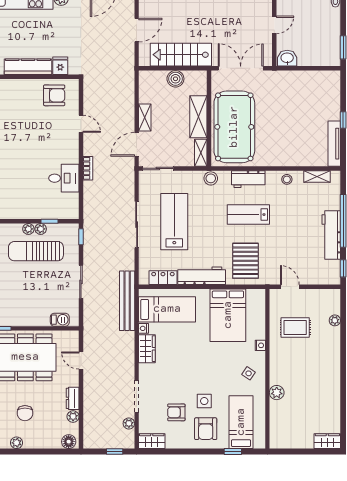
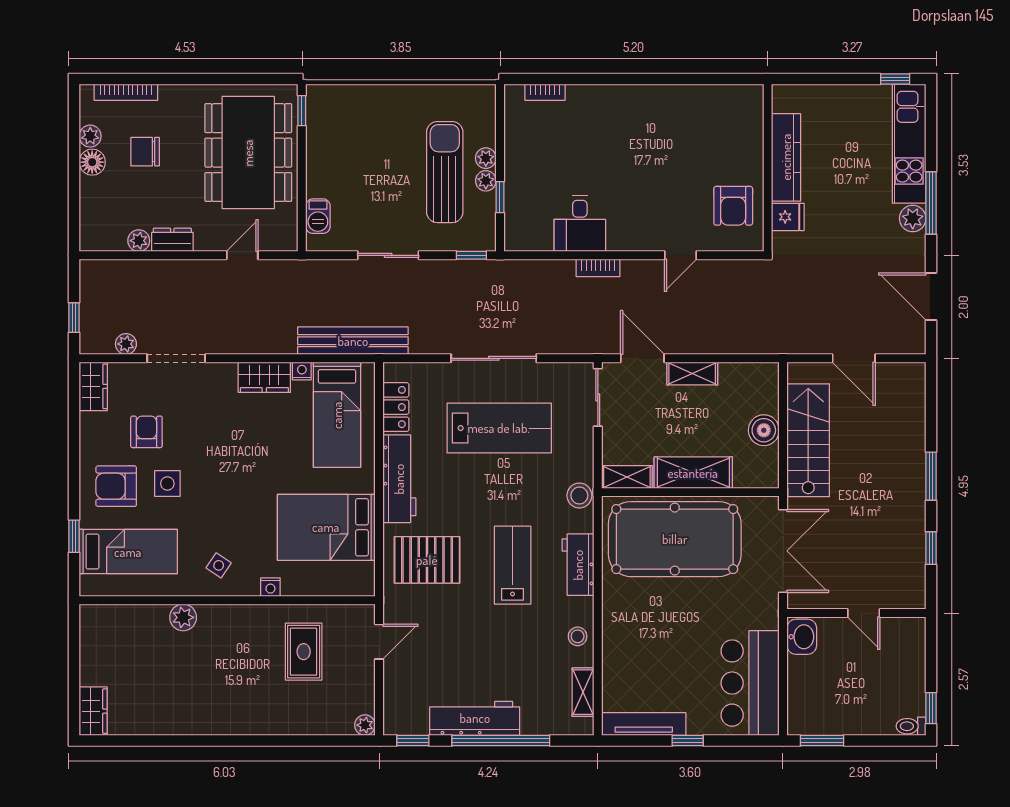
bar counter: (312, 86) -> (750, 683), added
plant: (335, 320) -> (365, 725), moved
floor lamp: (69, 442) -> (92, 162), moved

